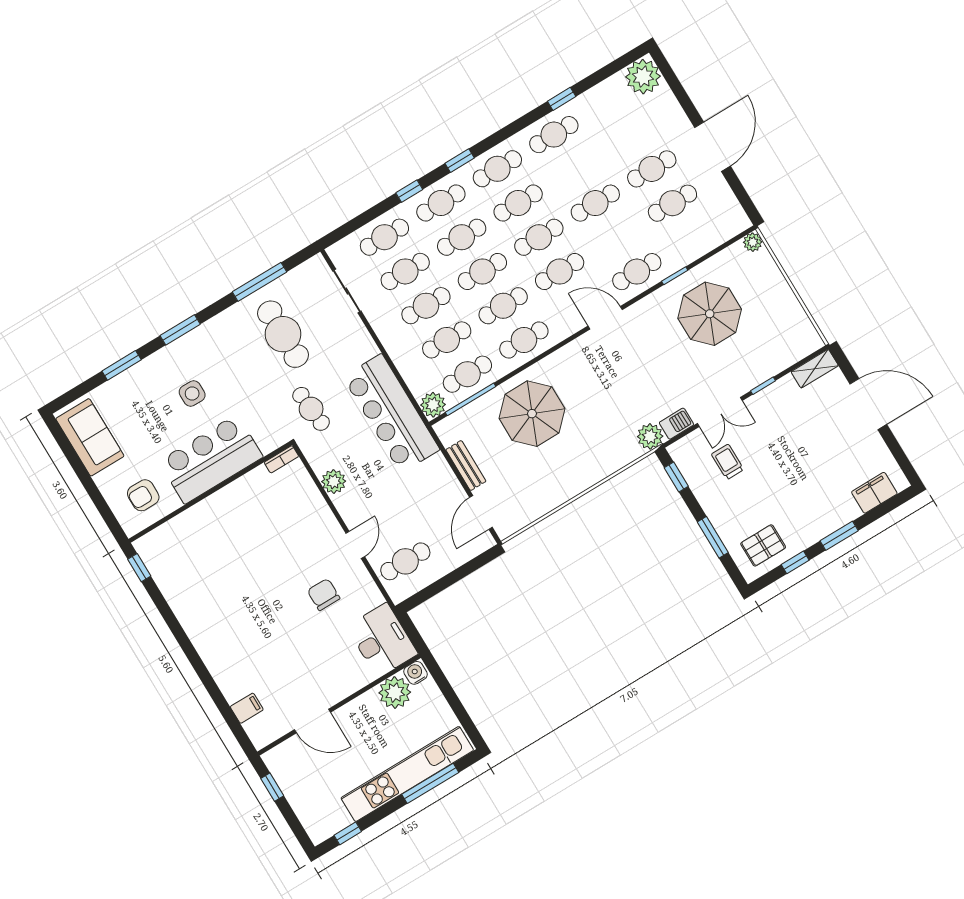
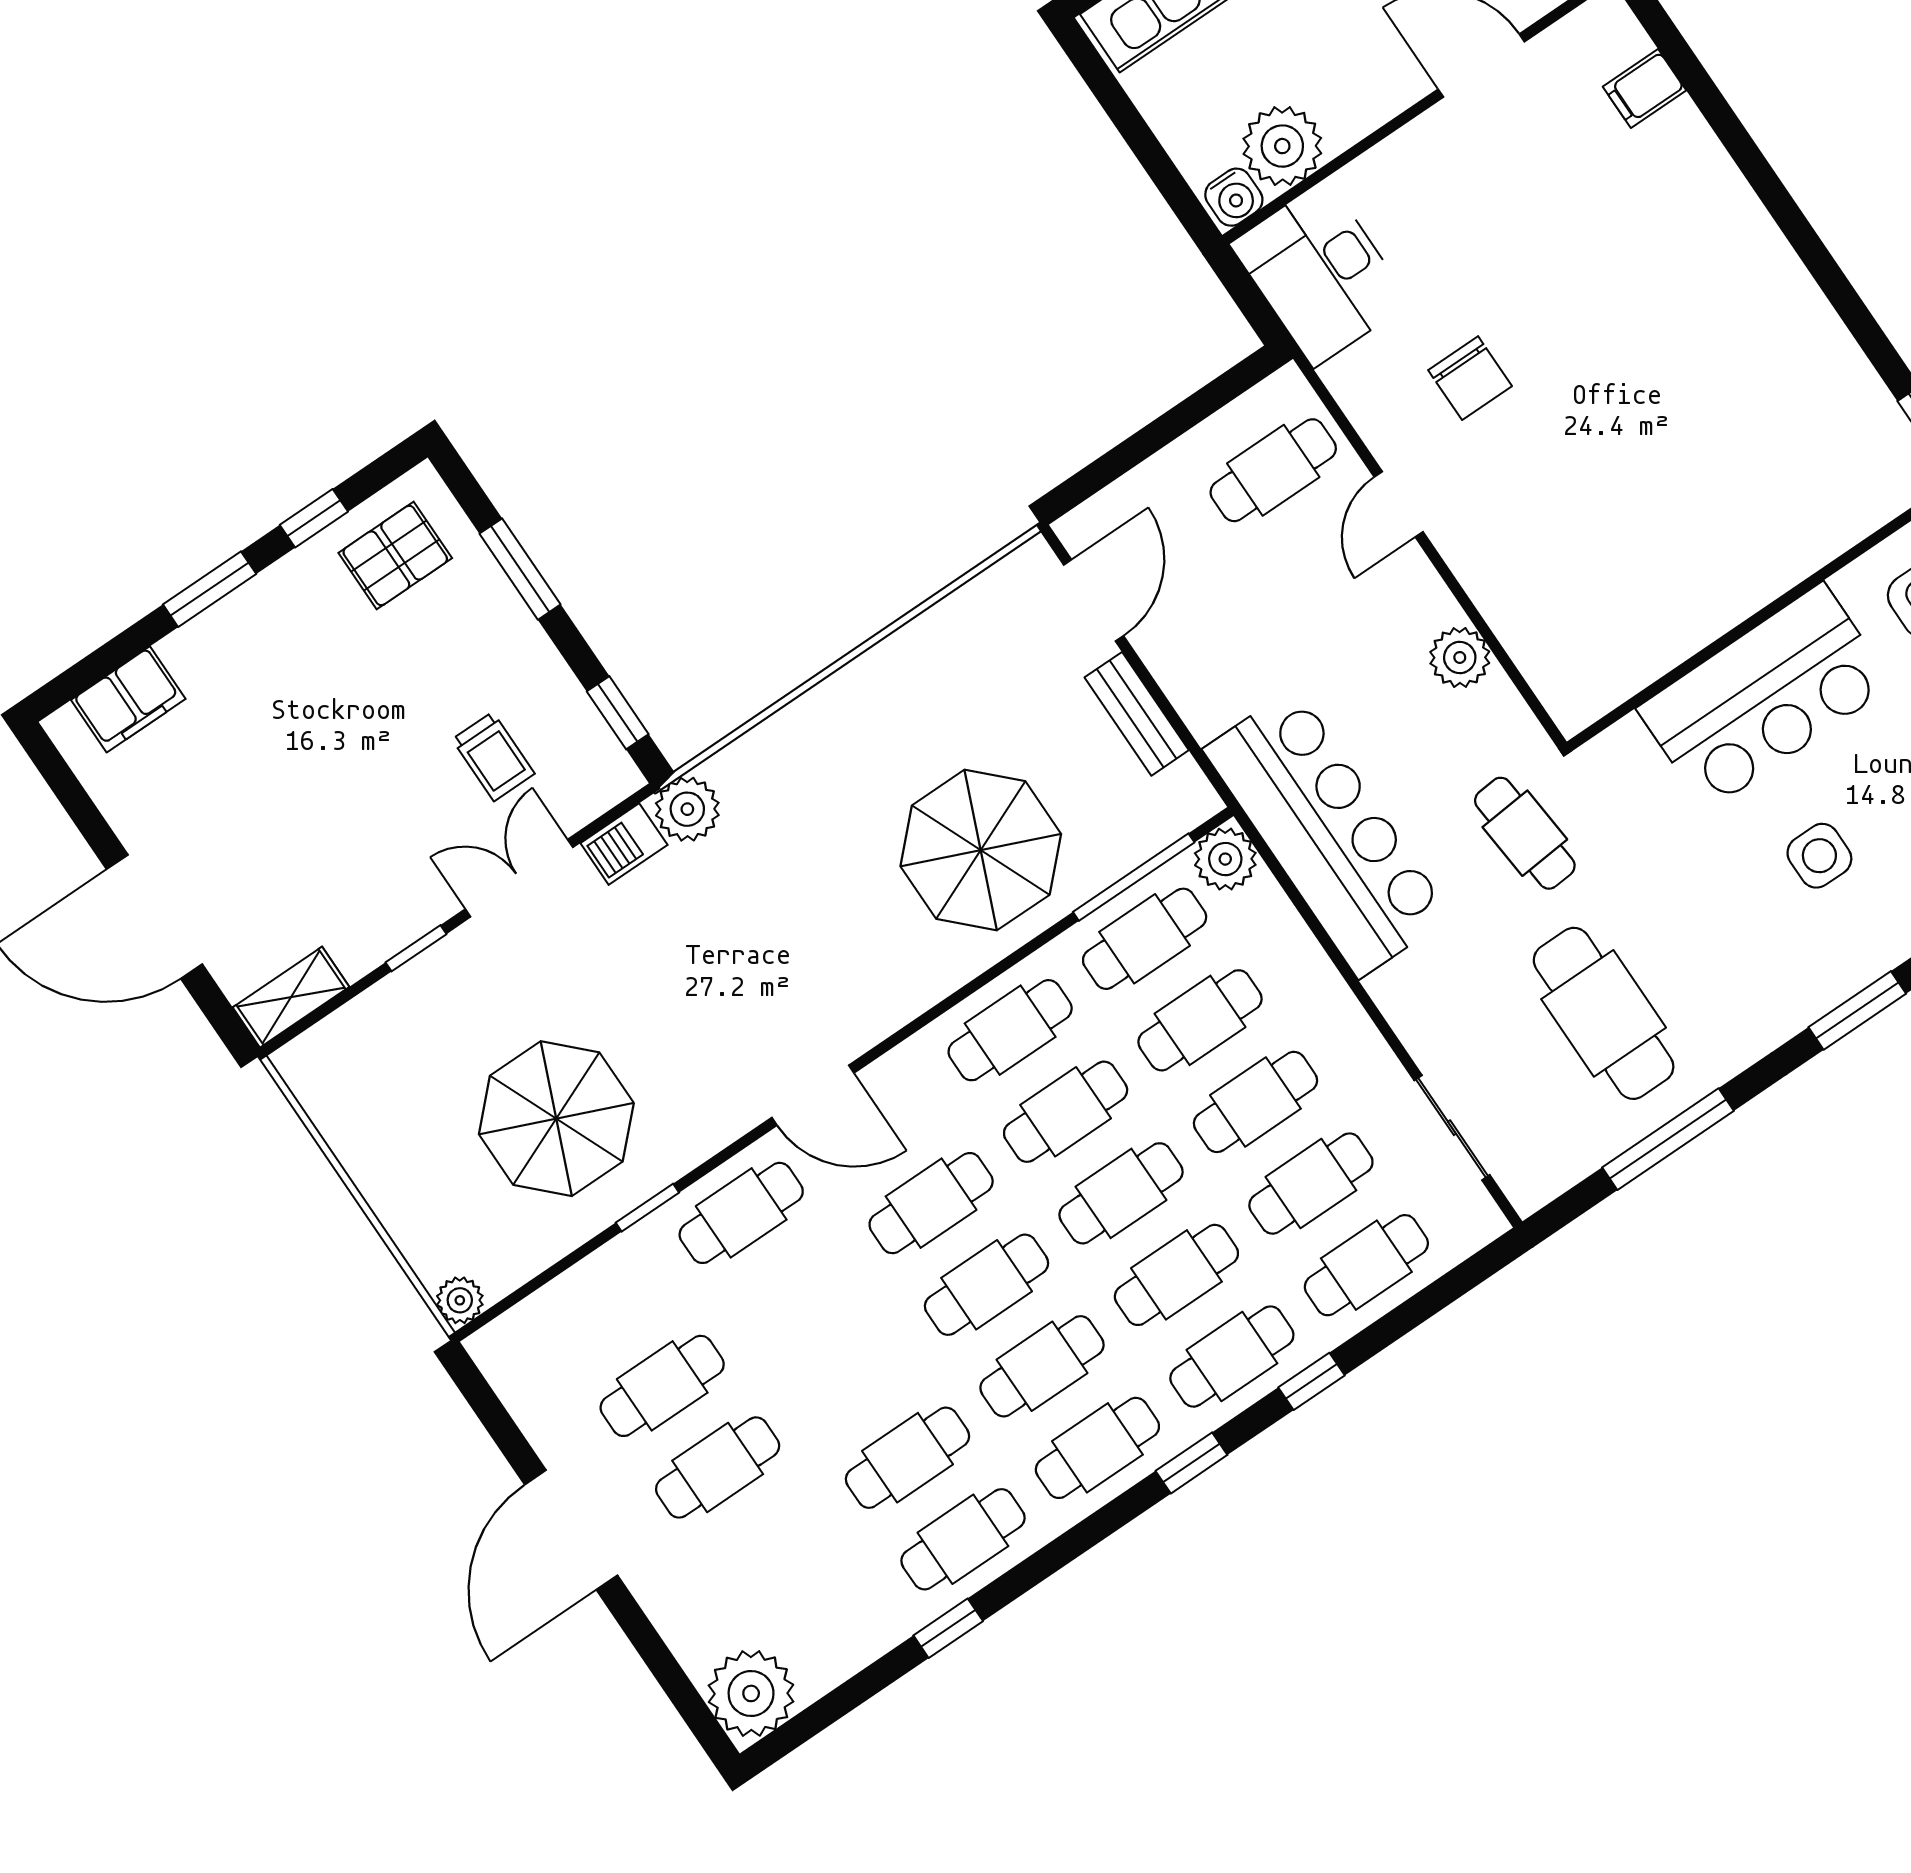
cafe table: (595, 203) -> (908, 1458), moved
bookcase: (281, 459) -> (1591, 705), removed

